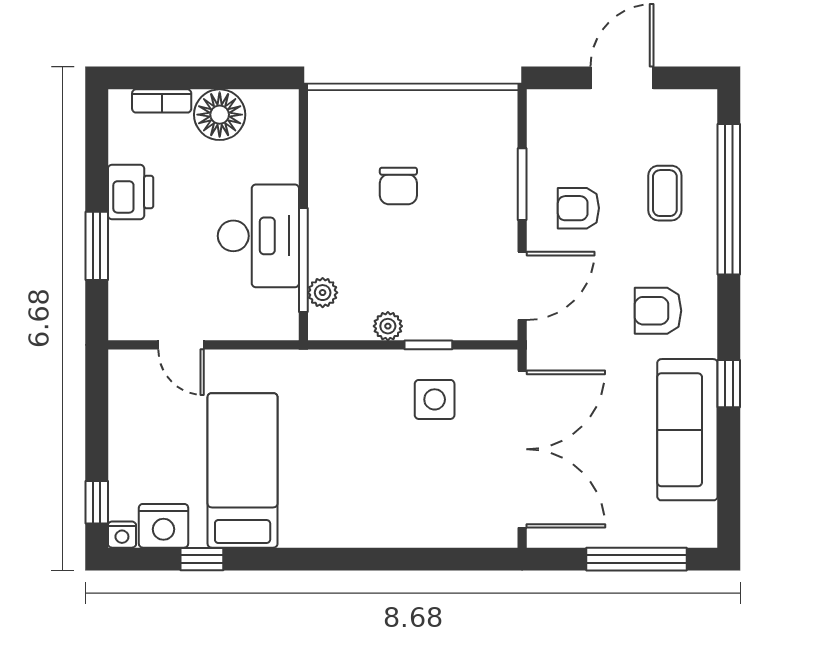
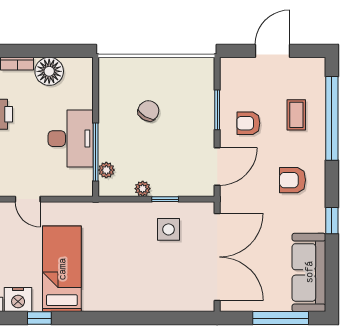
chair: (398, 186) -> (148, 111), turned -150
sofa: (687, 430) -> (309, 272), moved

